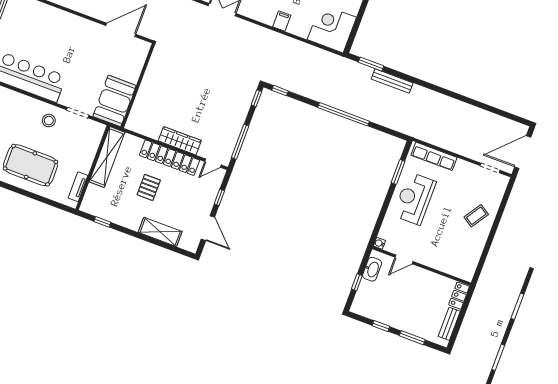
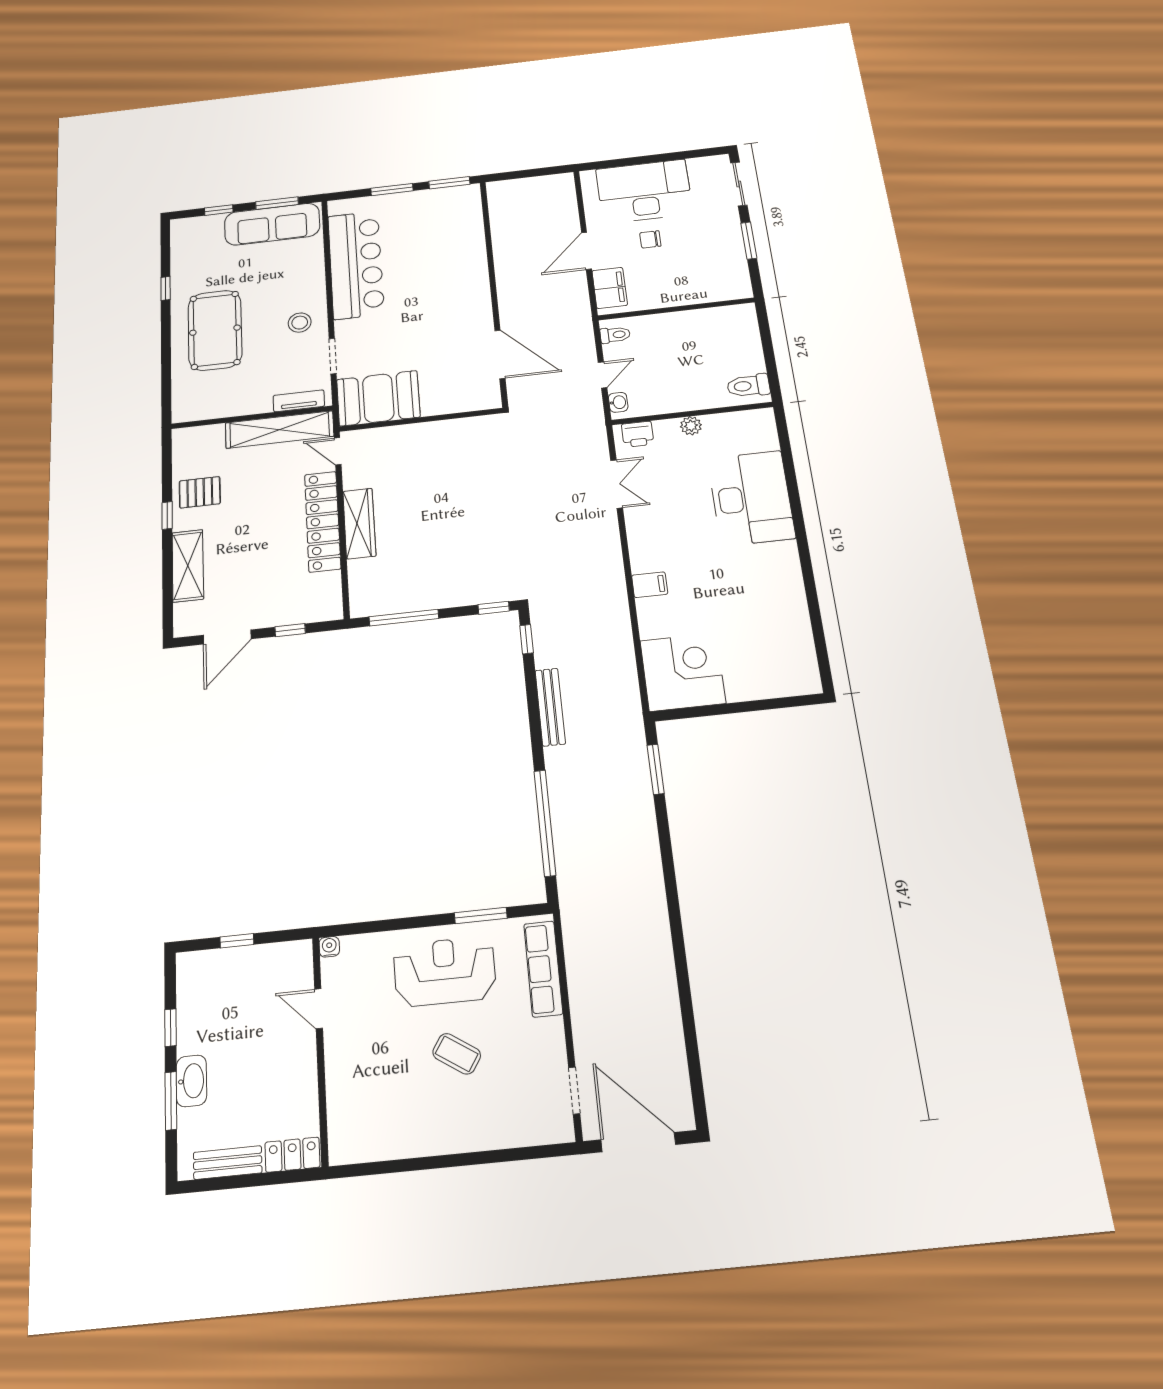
bench: (392, 81) -> (550, 707), moved
window: (344, 114) -> (545, 823), moved
door: (213, 163) -> (338, 451), moved
tv unit: (78, 187) -> (299, 401), moved
pallet: (149, 187) -> (200, 492), moved
coffee table: (476, 216) -> (457, 1054), moved
window: (102, 222) -> (167, 515), moved
washbasin: (372, 269) -> (191, 1081), moved, turned -90

